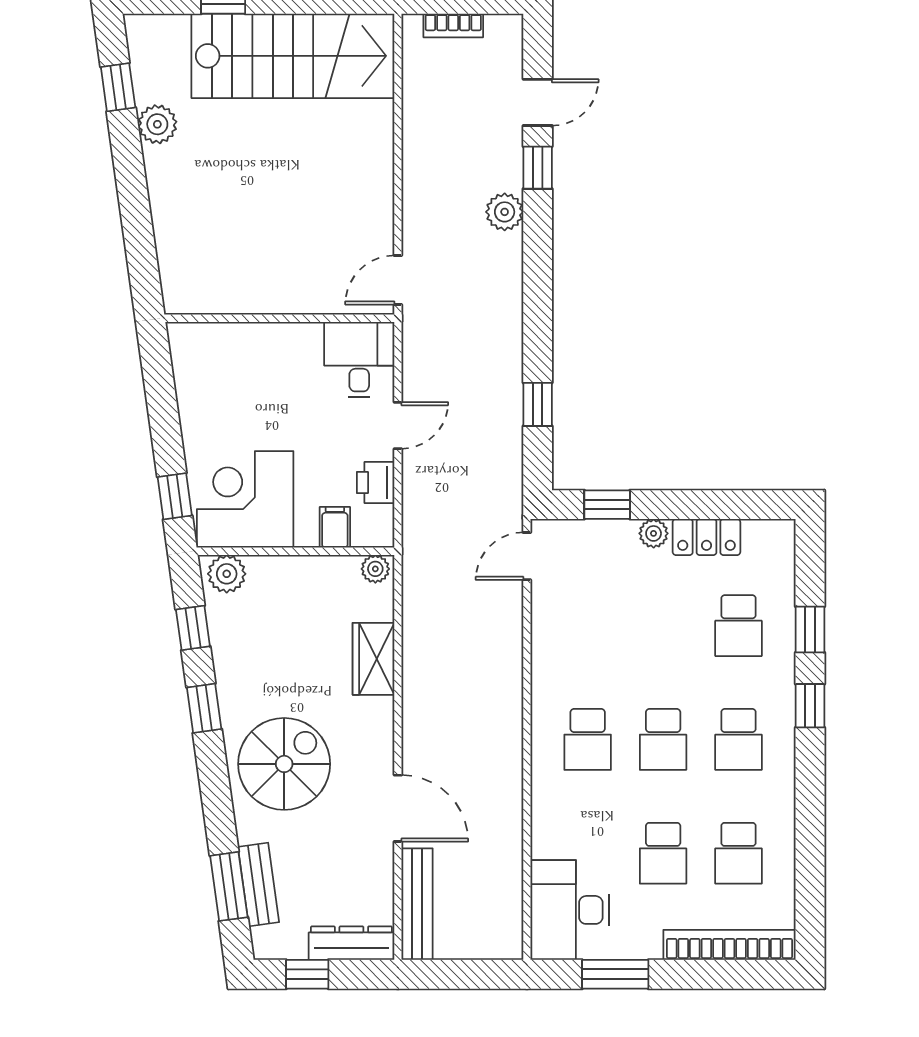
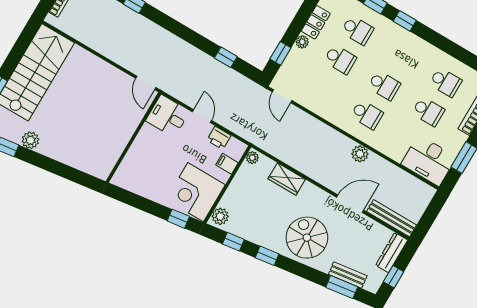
plant: (505, 212) -> (360, 154), moved
school desk: (739, 739) -> (340, 59), moved

